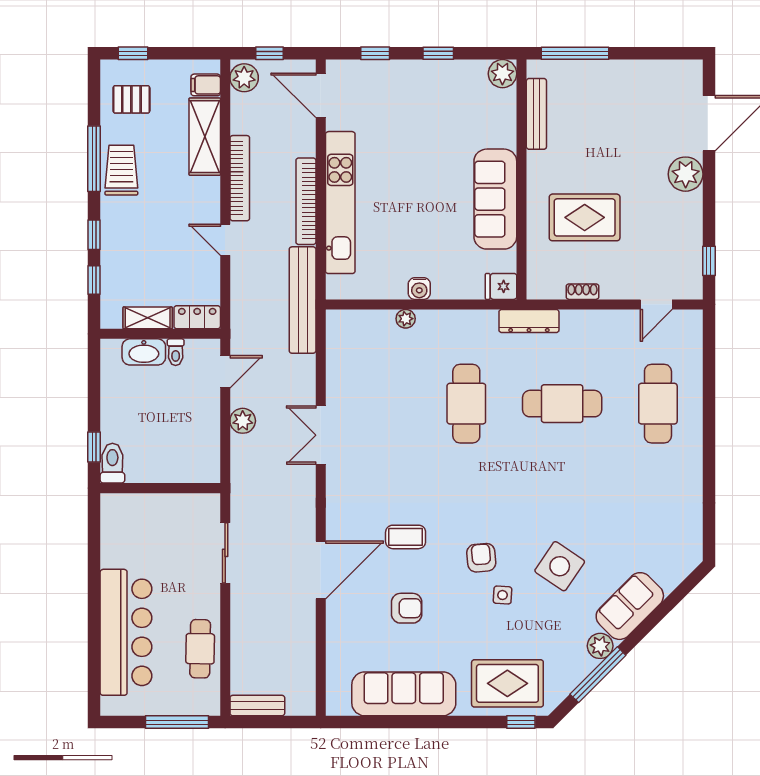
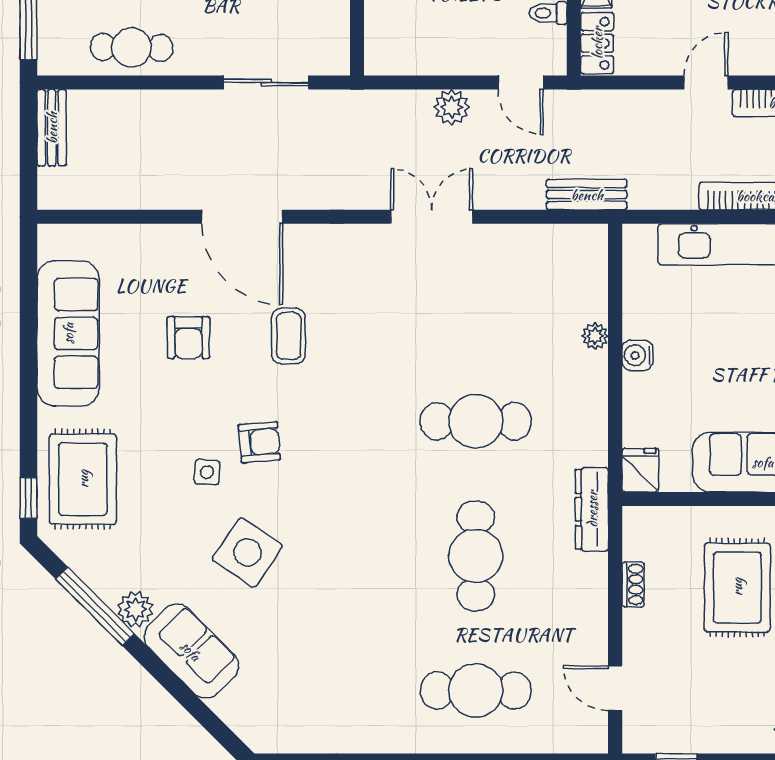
bench: (303, 300) -> (587, 195), width x0.54, depth x0.82

